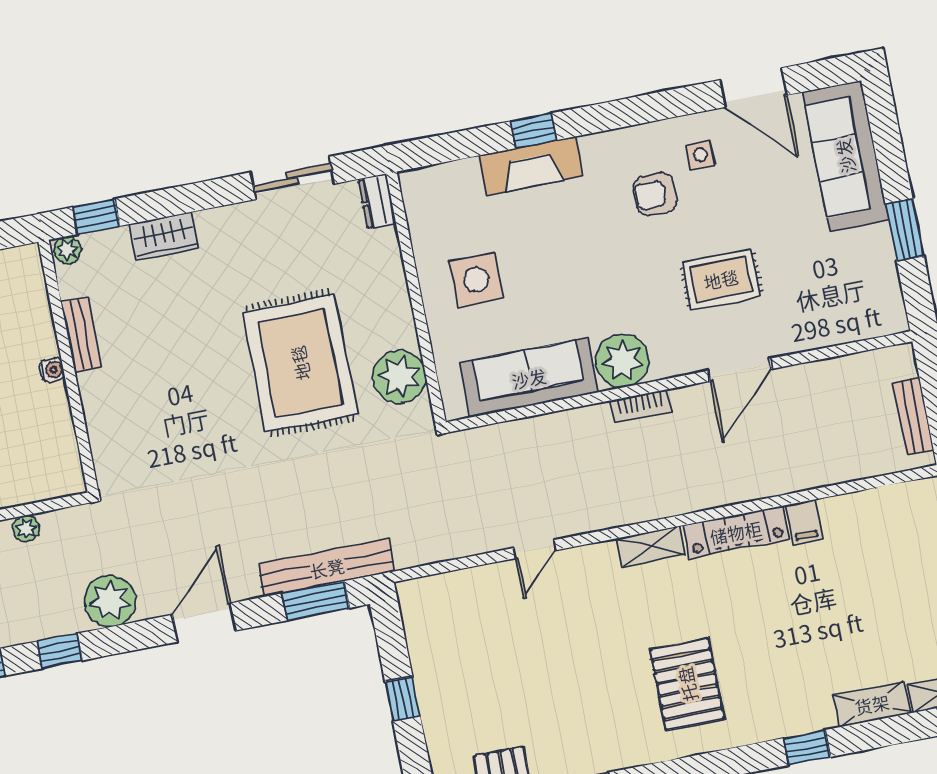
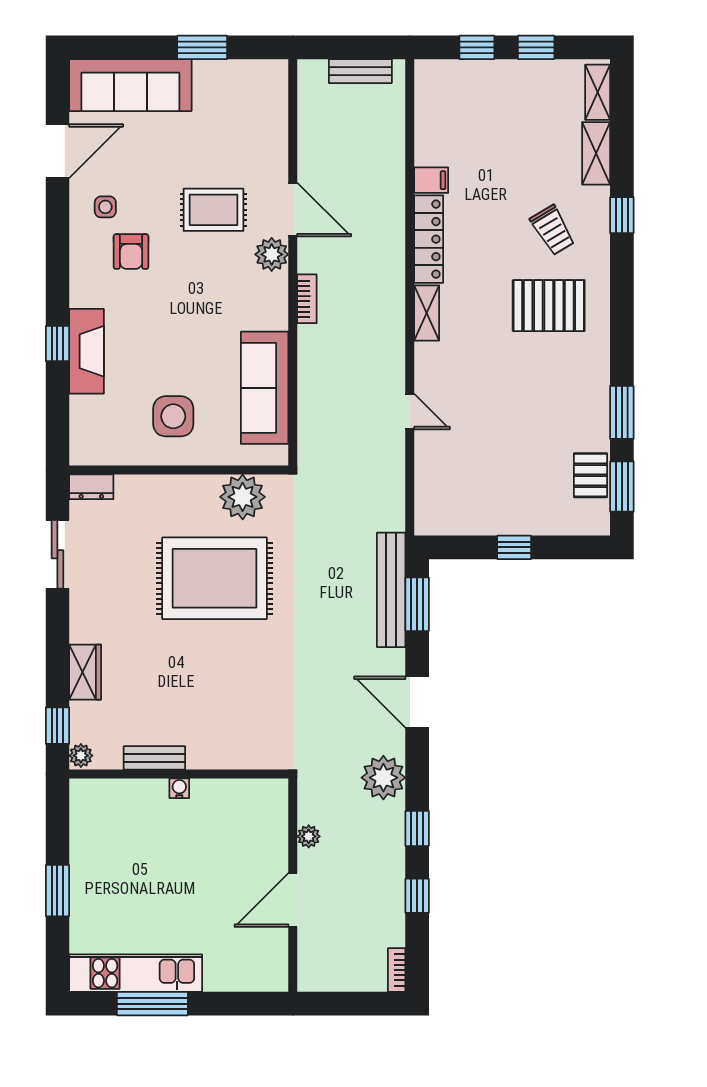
rug: (721, 279) -> (214, 210), turned 90
plant: (622, 361) -> (272, 254), moved, width x0.73, depth x0.73
trolley: (774, 672) -> (553, 230), added

